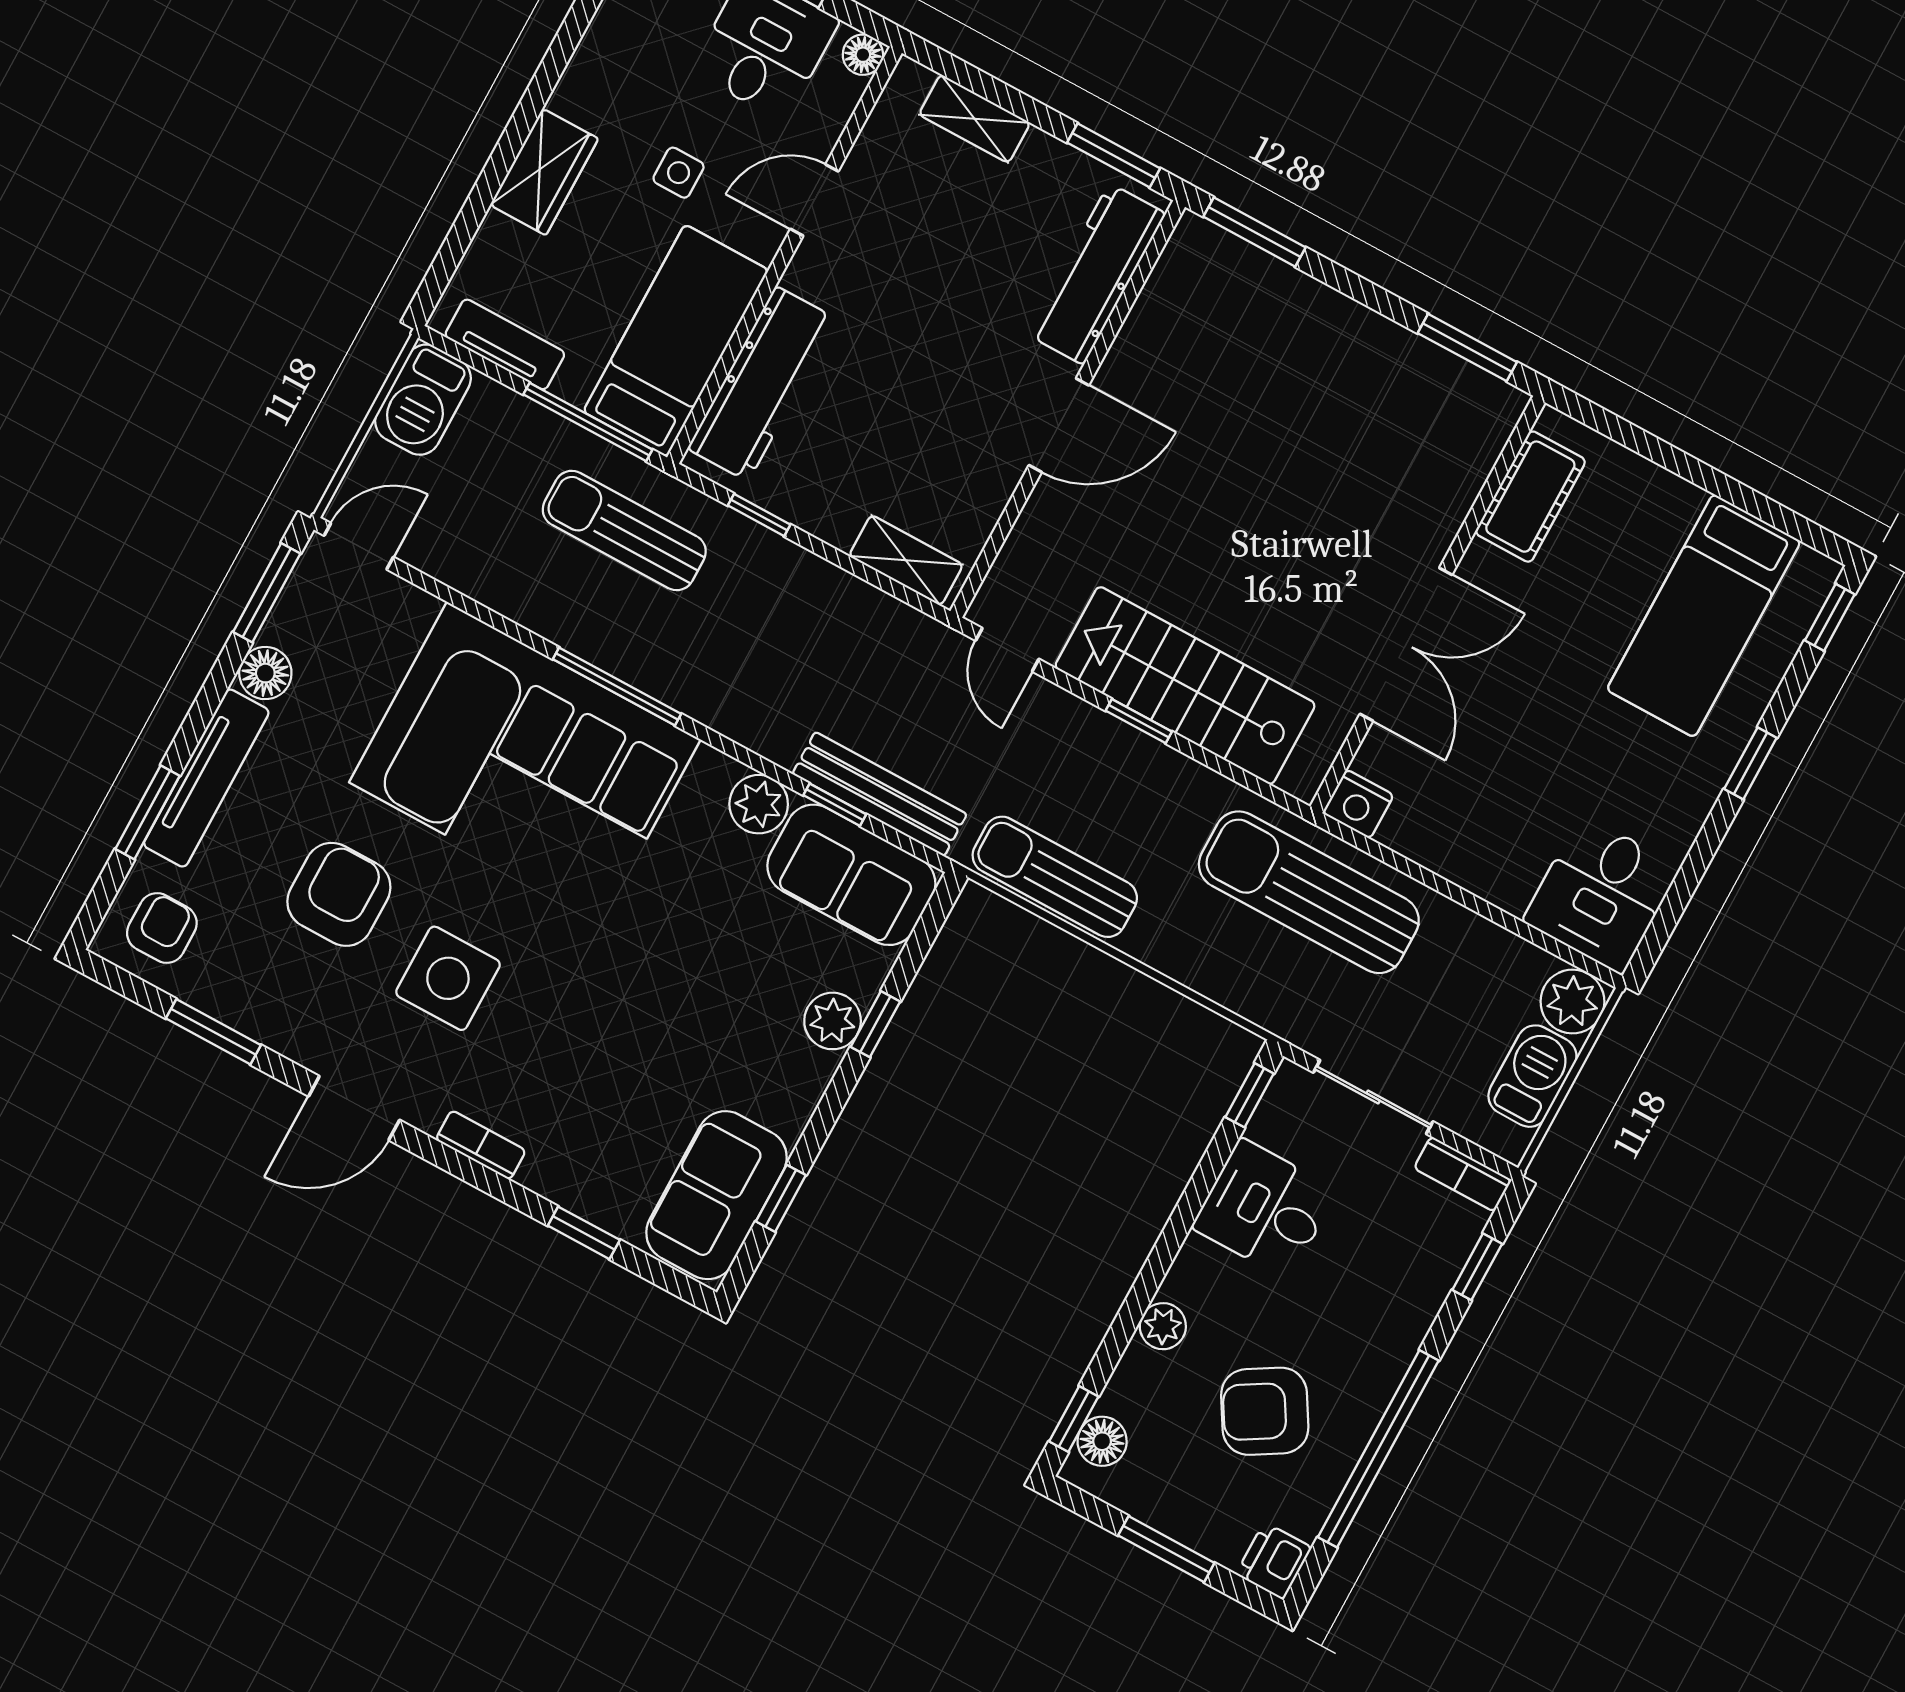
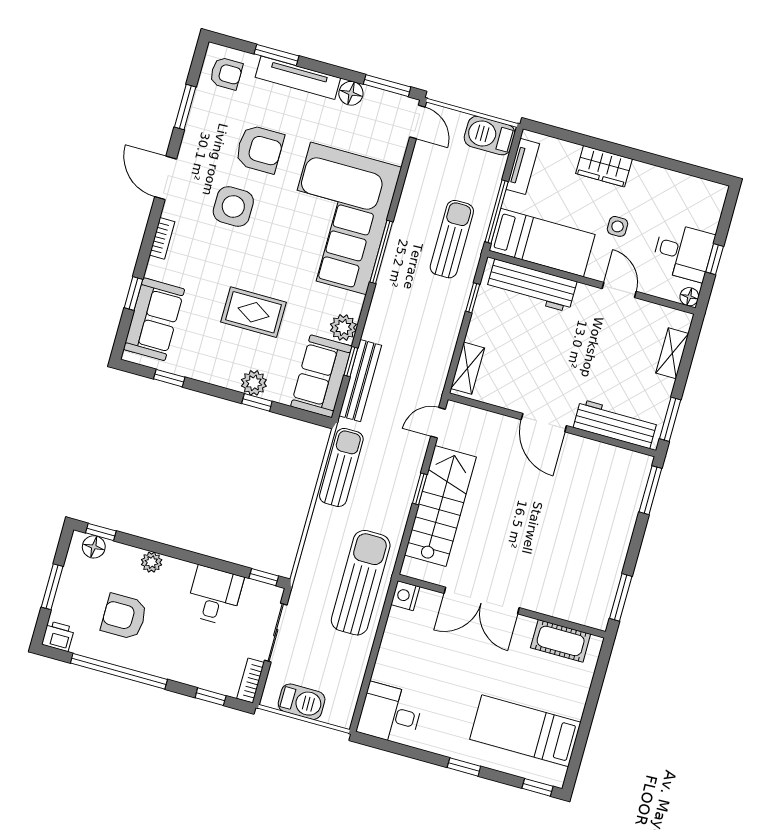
rug: (682, 987) -> (254, 312), added
plant: (1572, 1002) -> (339, 712), removed
sofa: (717, 1195) -> (154, 319), moved, turned 90
armchair: (1265, 1411) -> (124, 617), turned -59

